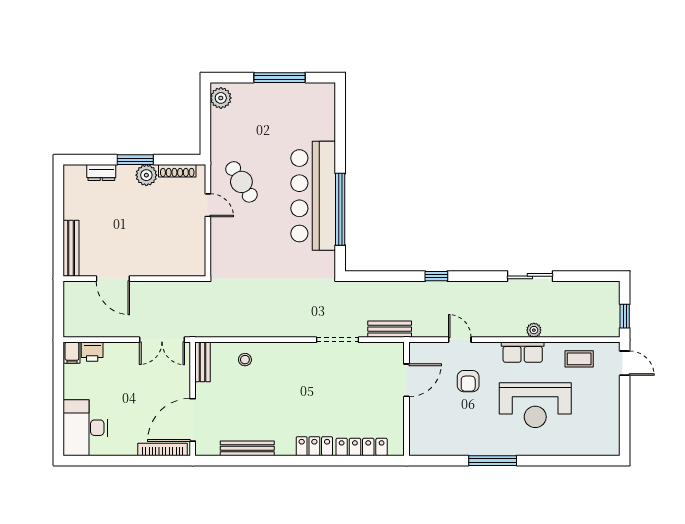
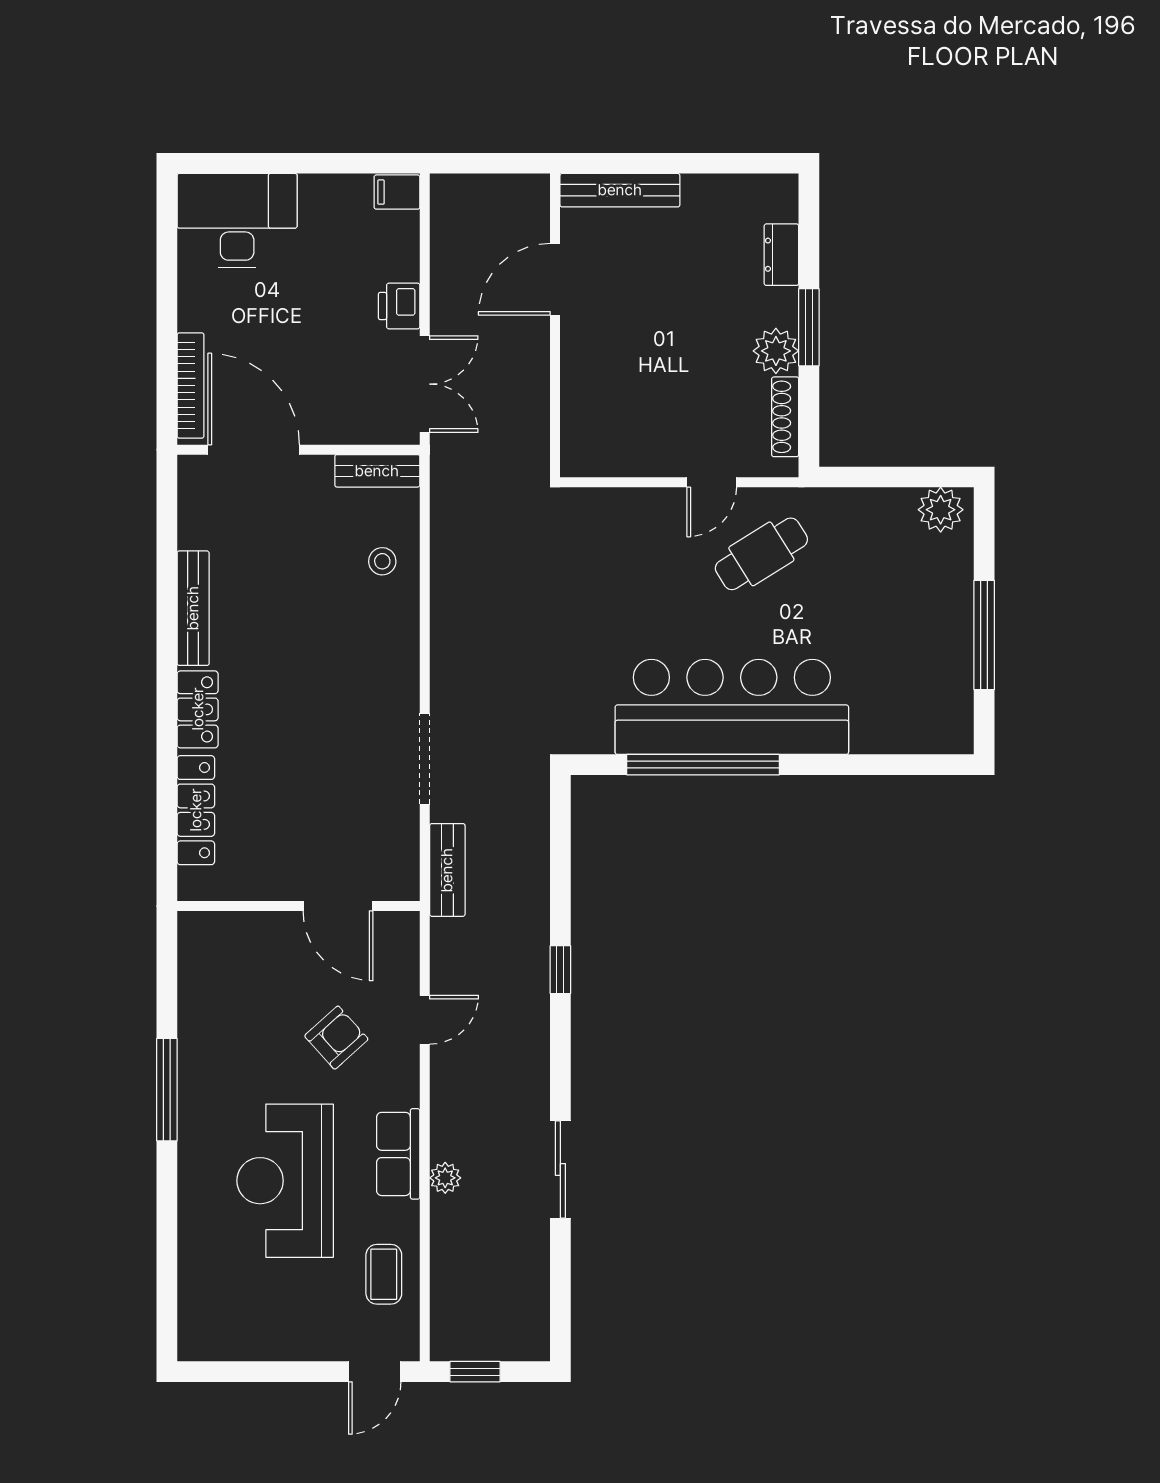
double door: (162, 340) -> (425, 384), swing flipped
printer: (92, 352) -> (399, 306), moved
armchair: (468, 381) -> (336, 1038), turned 138
bench: (247, 448) -> (193, 608), moved

